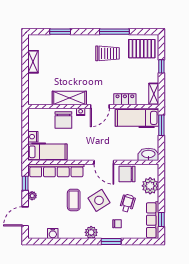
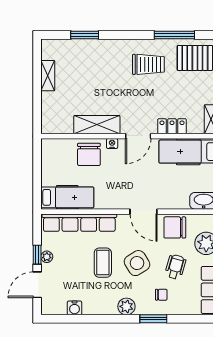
window: (114, 32) -> (174, 35), moved
nightstand: (33, 137) -> (48, 177), removed
window: (25, 183) -> (37, 255), moved

